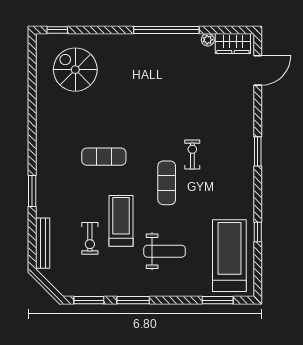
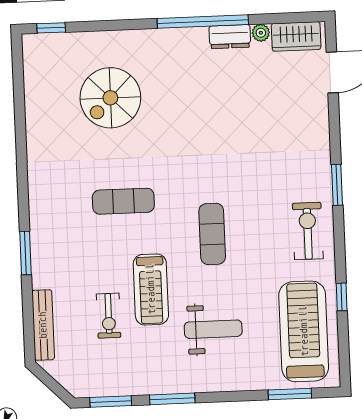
dresser: (185, 42) -> (230, 37), added
spiral stairs: (75, 70) -> (110, 98), moved, turned -90
exercise bike: (192, 155) -> (308, 231), moved, width x1.38, depth x1.39
treadmill: (121, 221) -> (151, 289), turned 180

